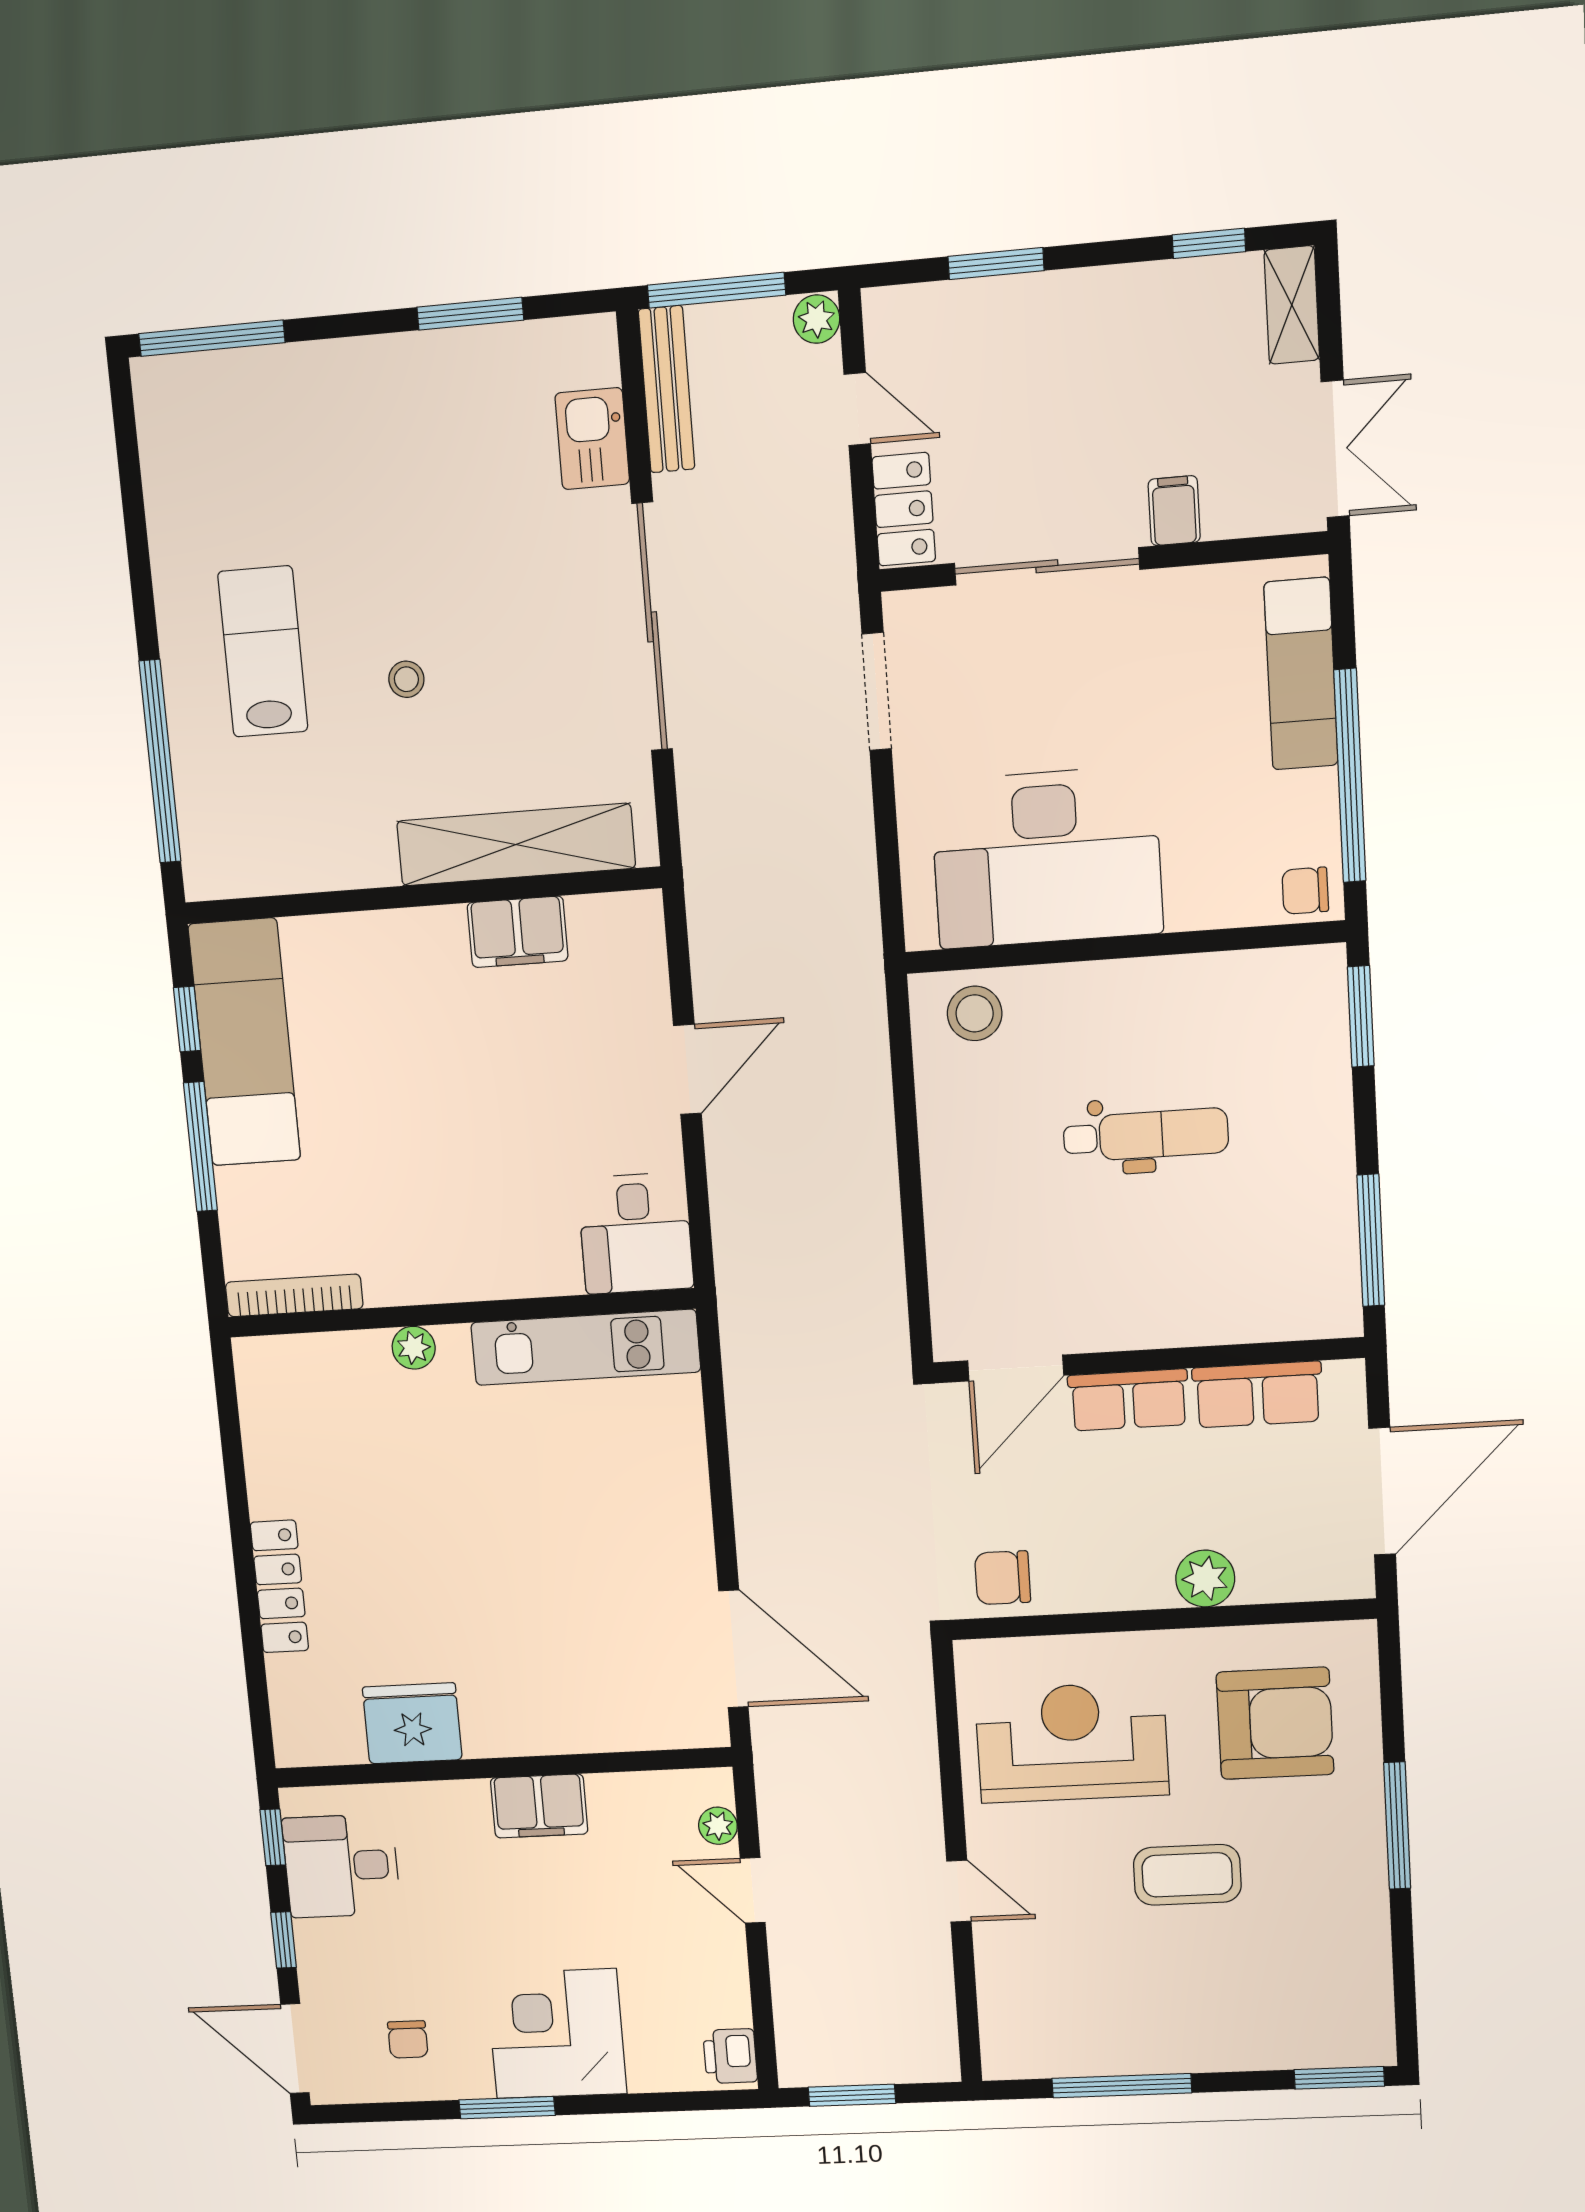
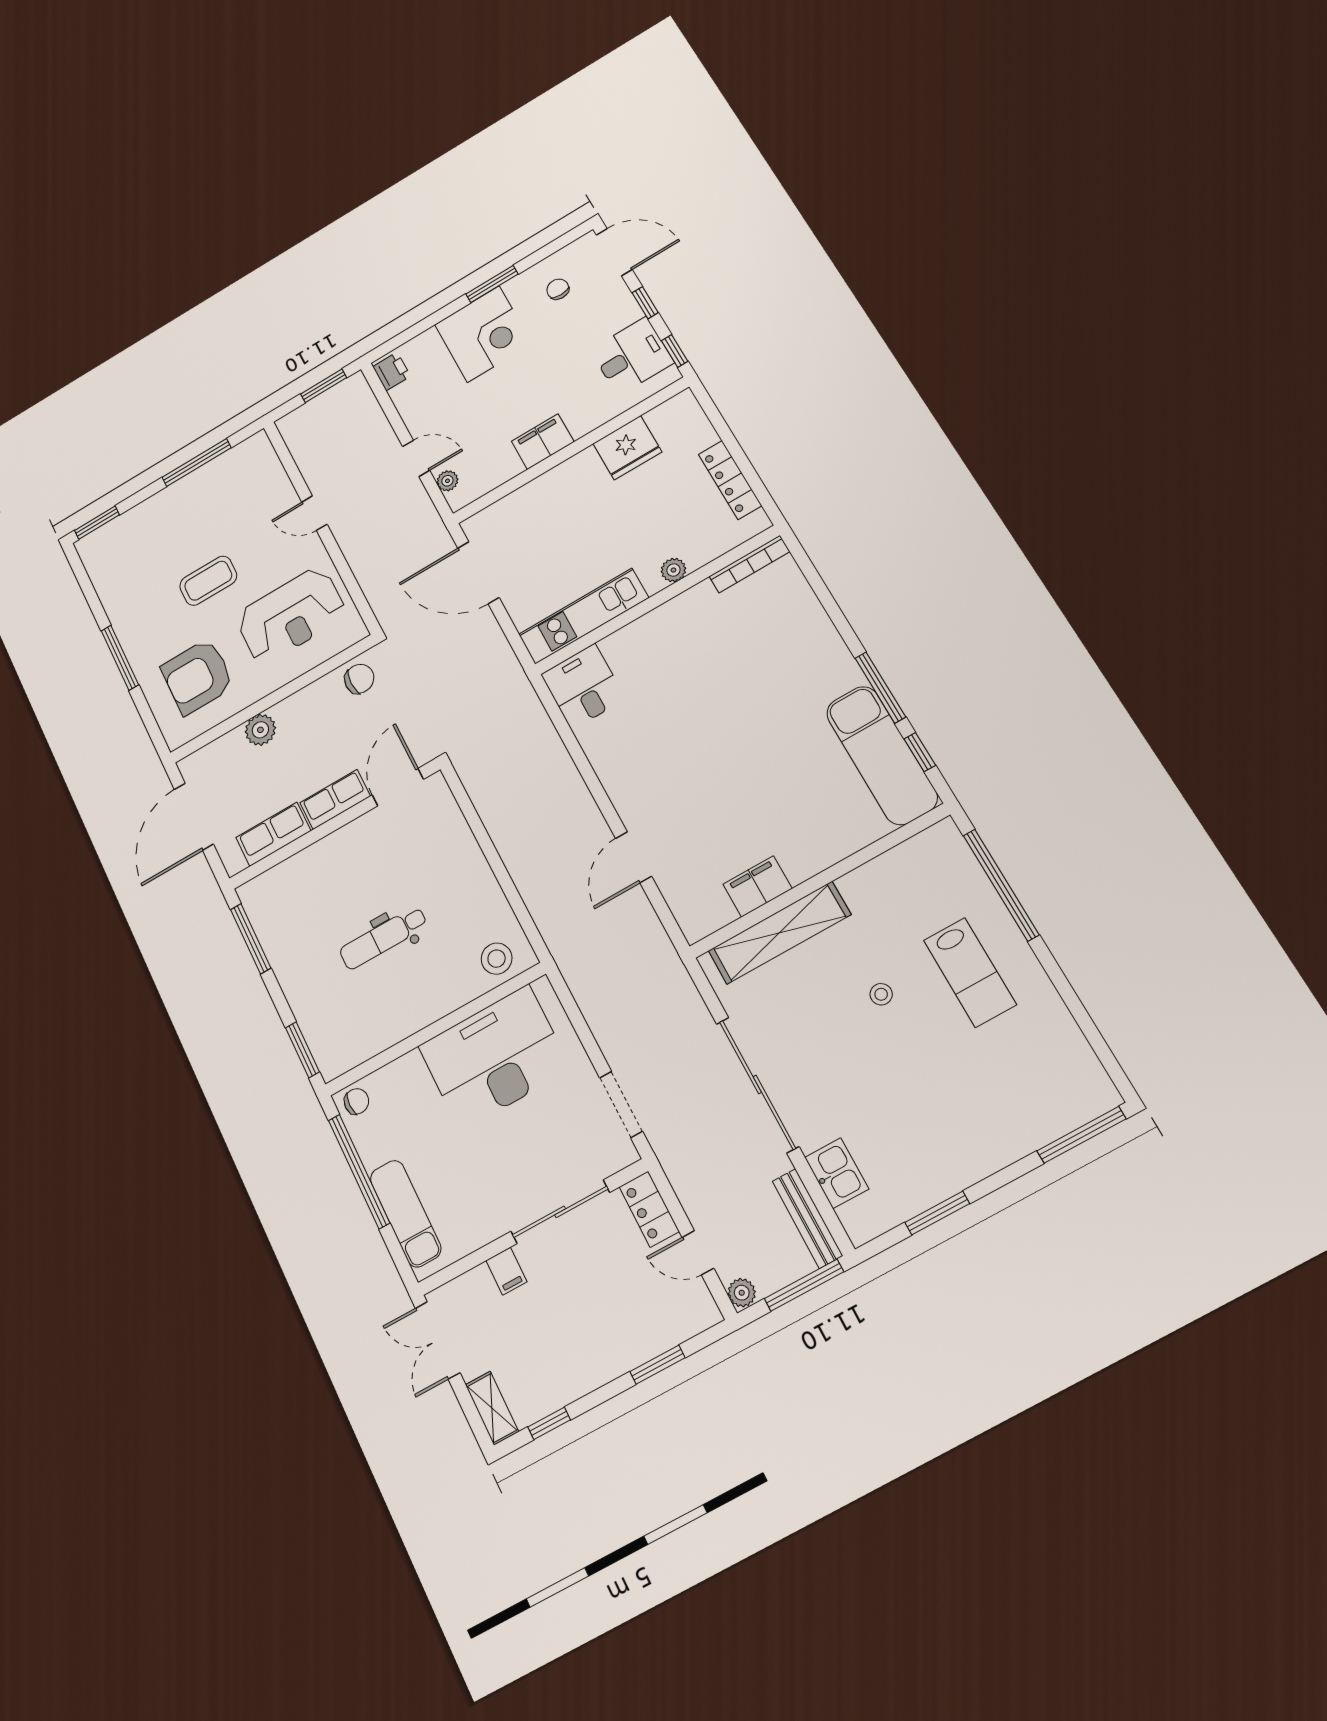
desk: (635, 1233) -> (583, 687), moved
bookcase: (294, 1295) -> (749, 564), moved
wall: (461, 1313) -> (657, 600), moved
kitchen unit: (586, 1347) -> (583, 616), moved
plant: (414, 1348) -> (673, 570), moved

